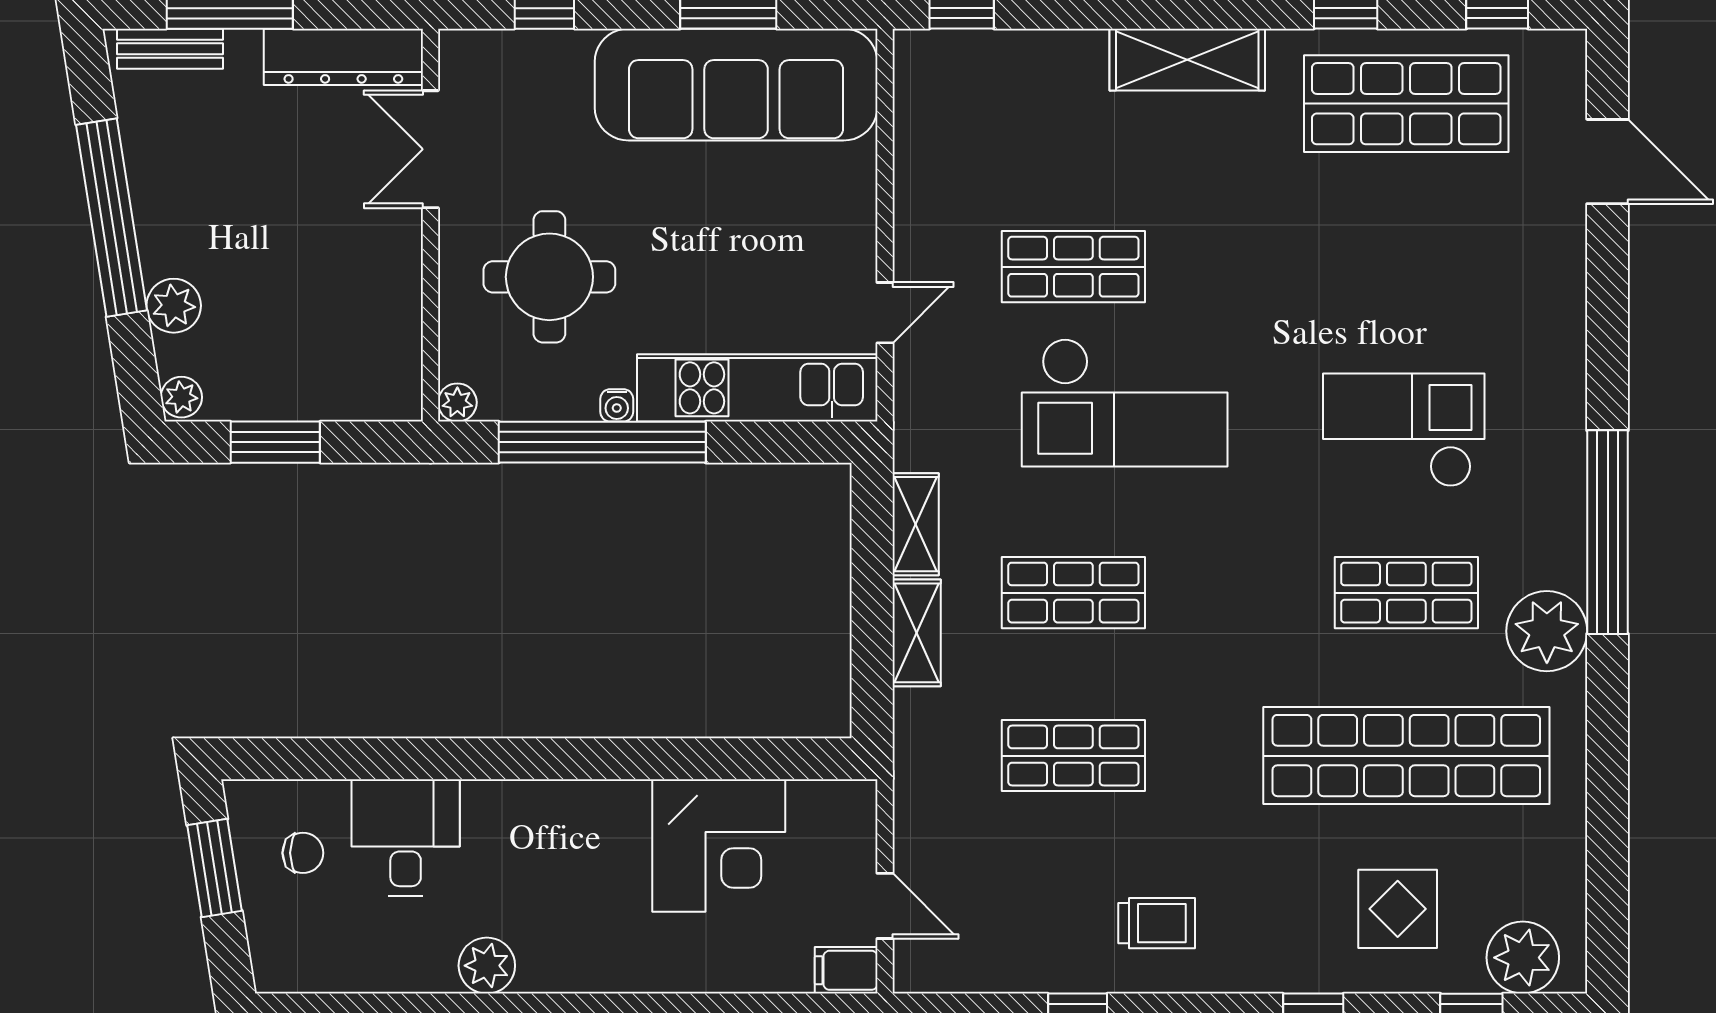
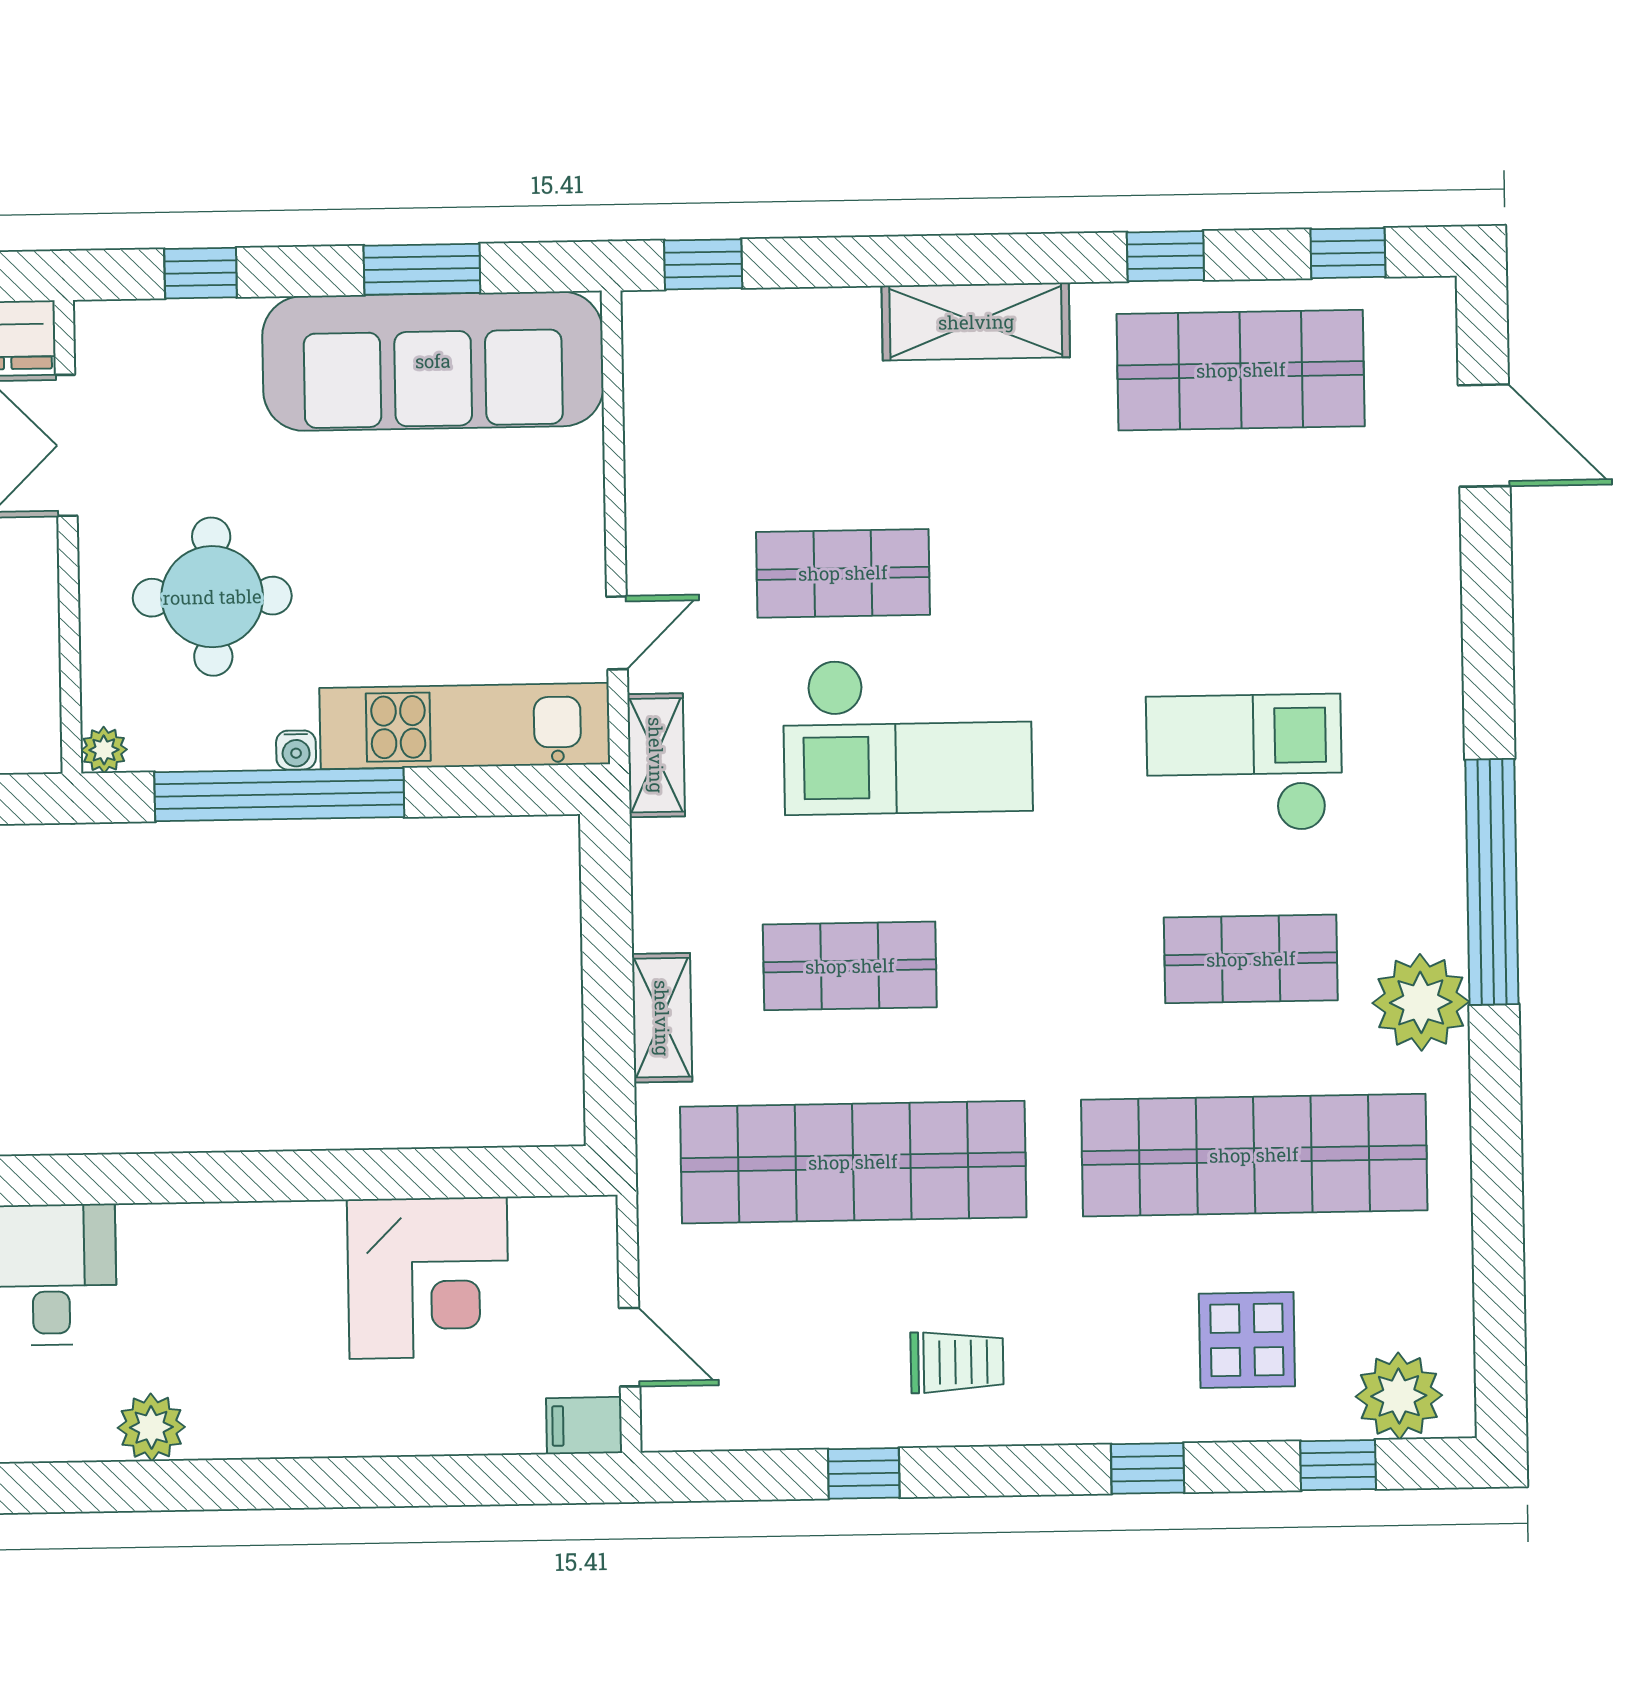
shelving: (916, 524) -> (656, 755), moved
shop shelf: (1073, 756) -> (853, 1162), width x2.00, depth x1.36

